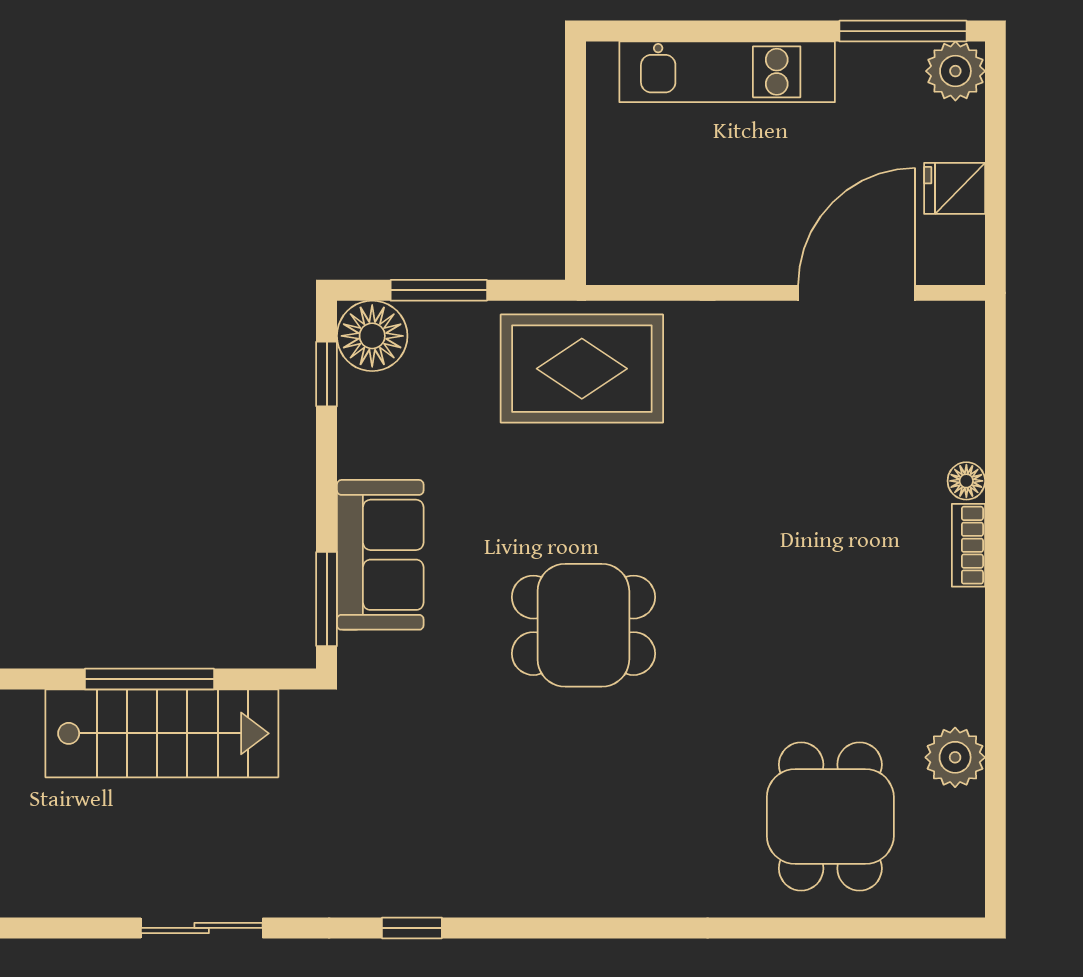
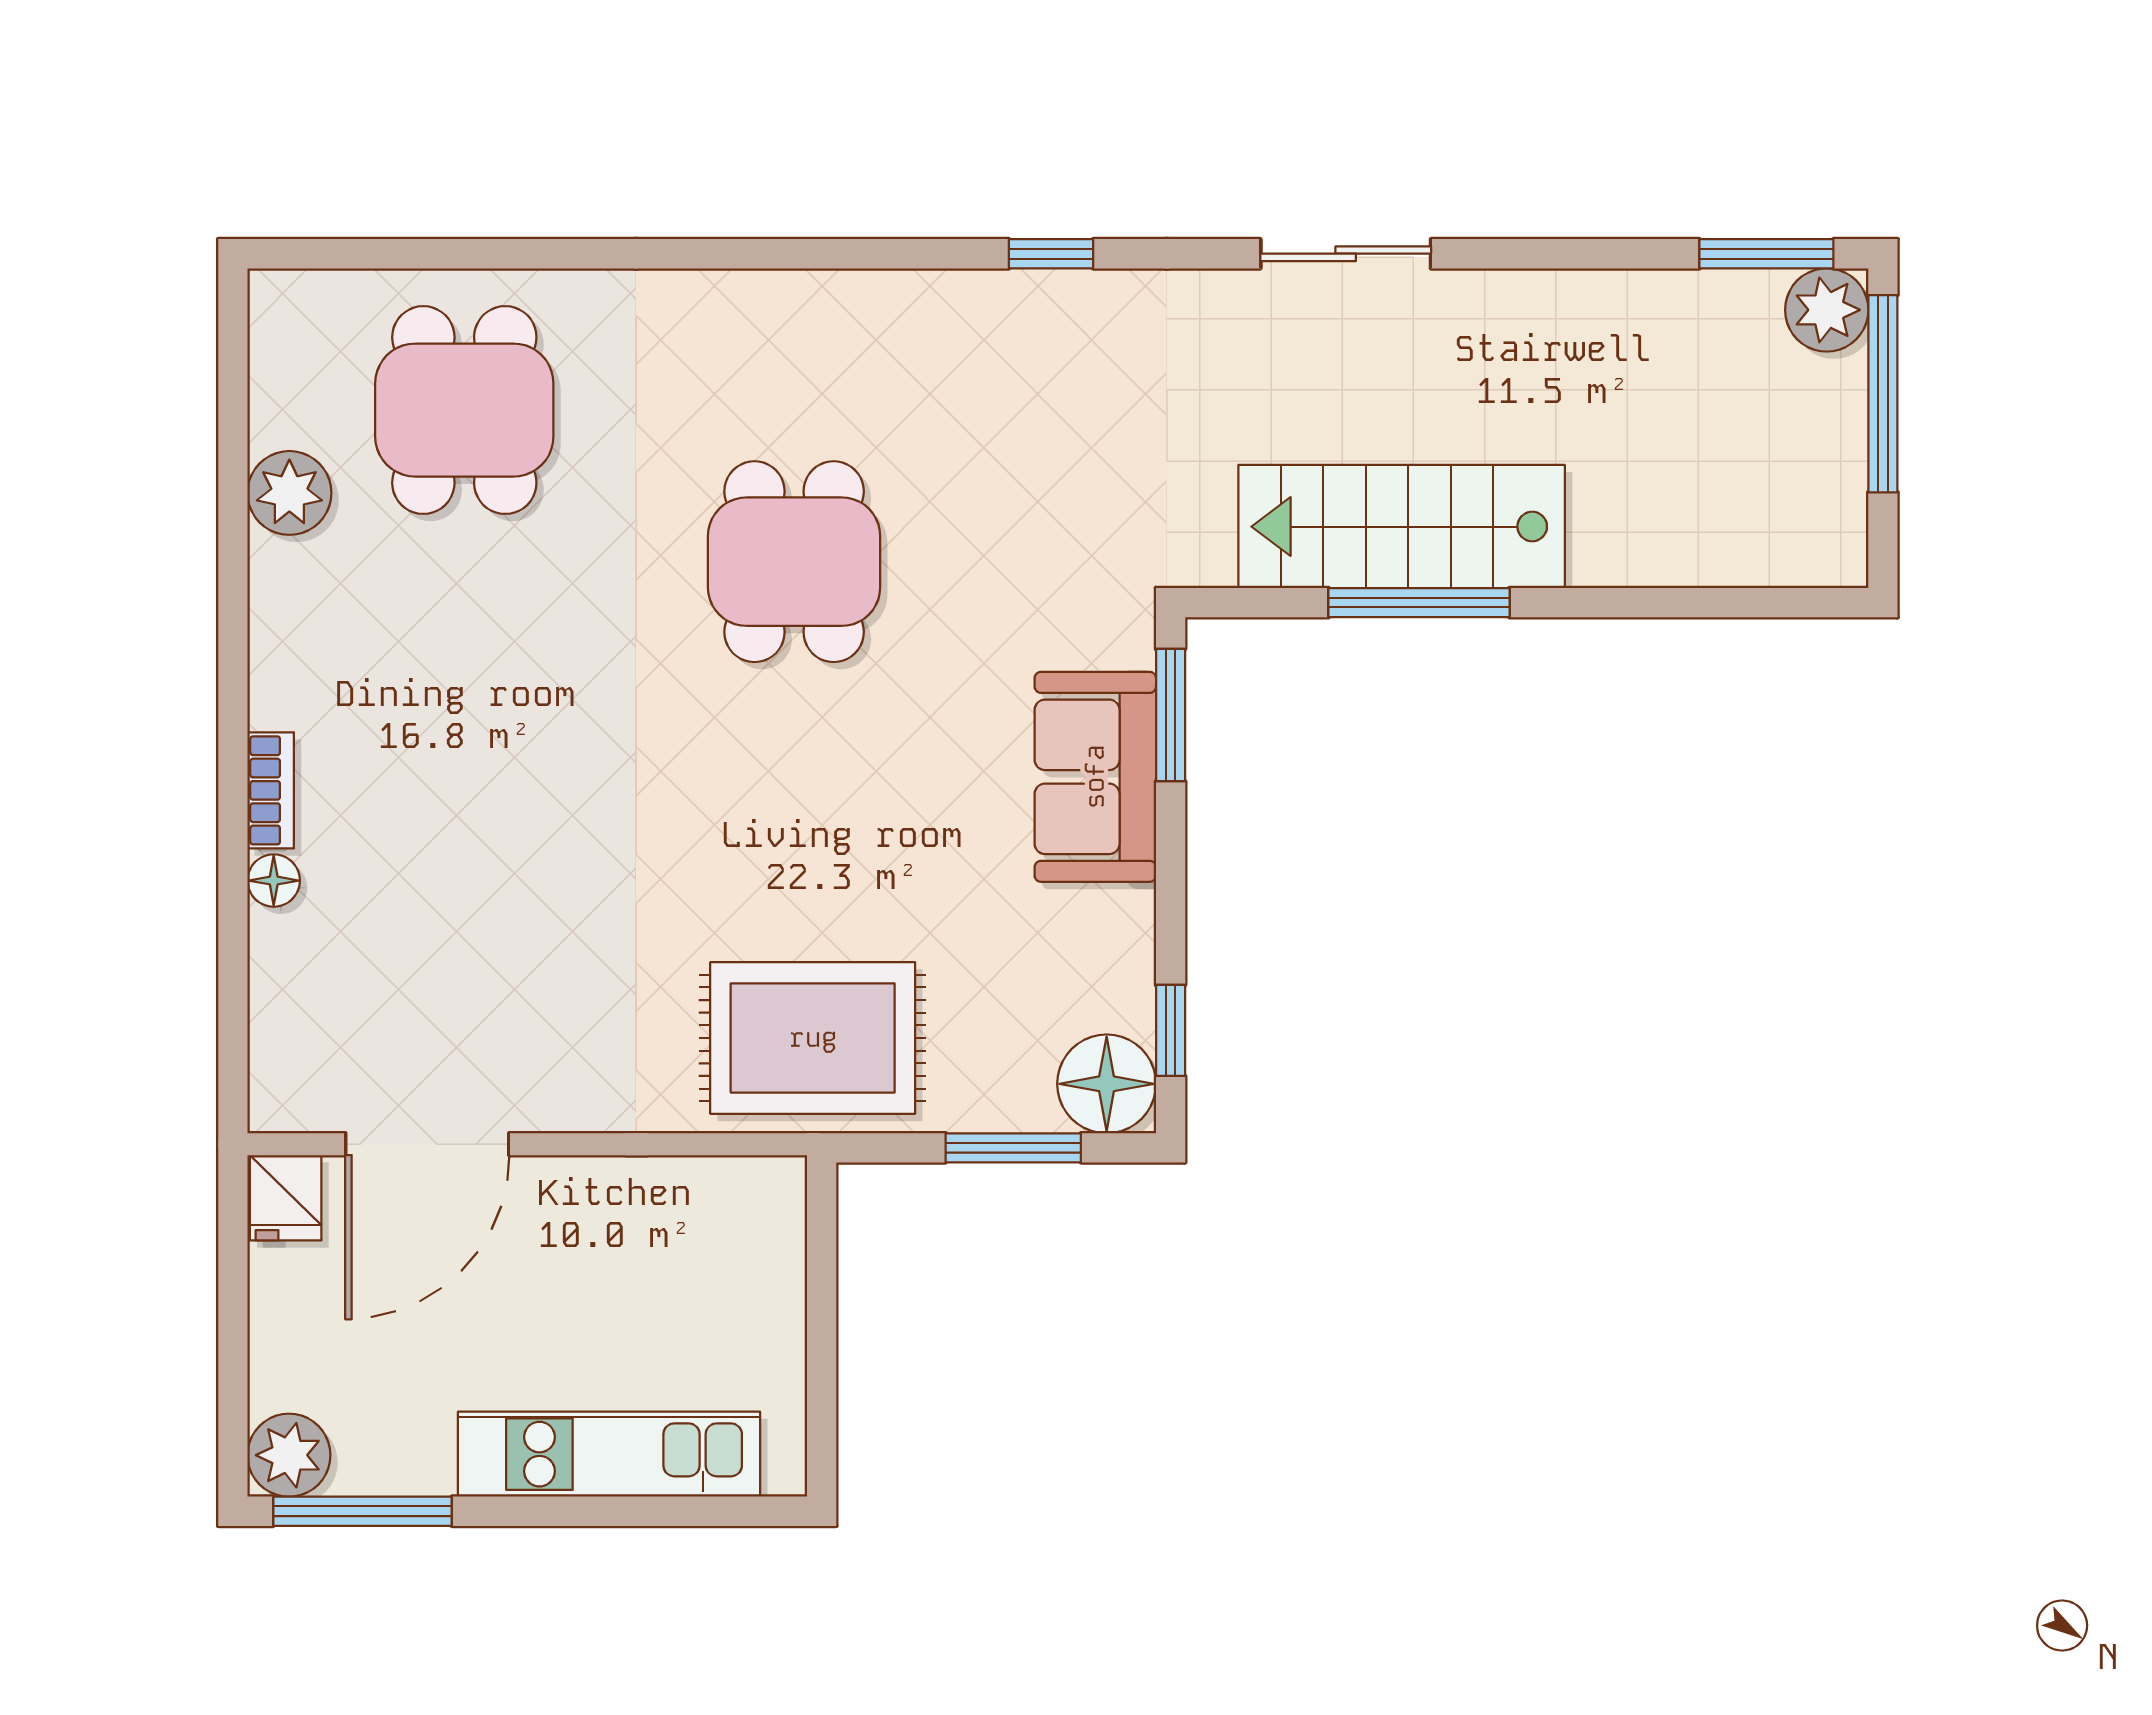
fridge: (955, 188) -> (286, 1198), moved, turned 90
dining table: (583, 625) -> (794, 562), moved, turned 90

